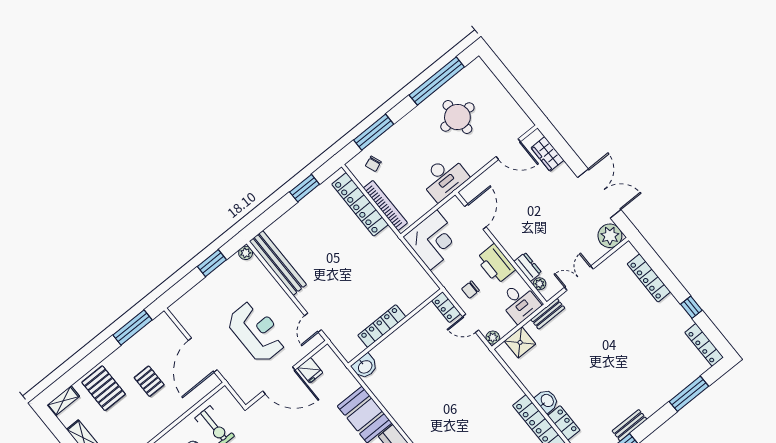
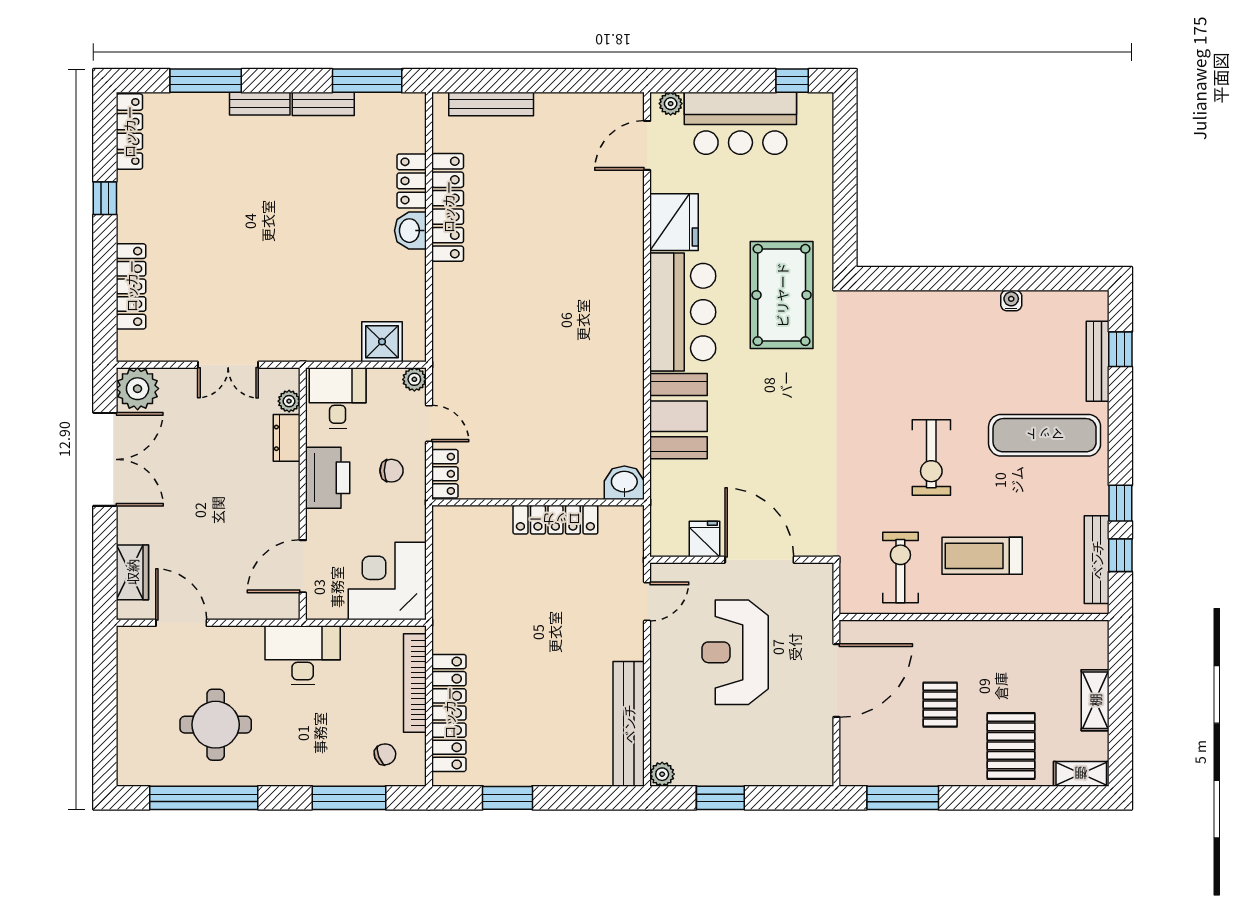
double door: (599, 194) -> (105, 459), swing flipped
bench: (548, 314) -> (260, 104), moved

